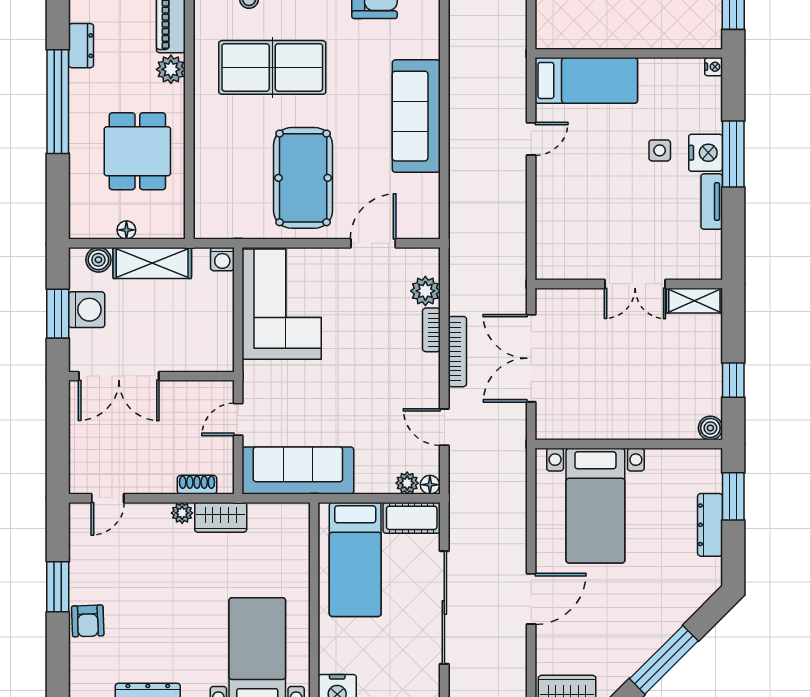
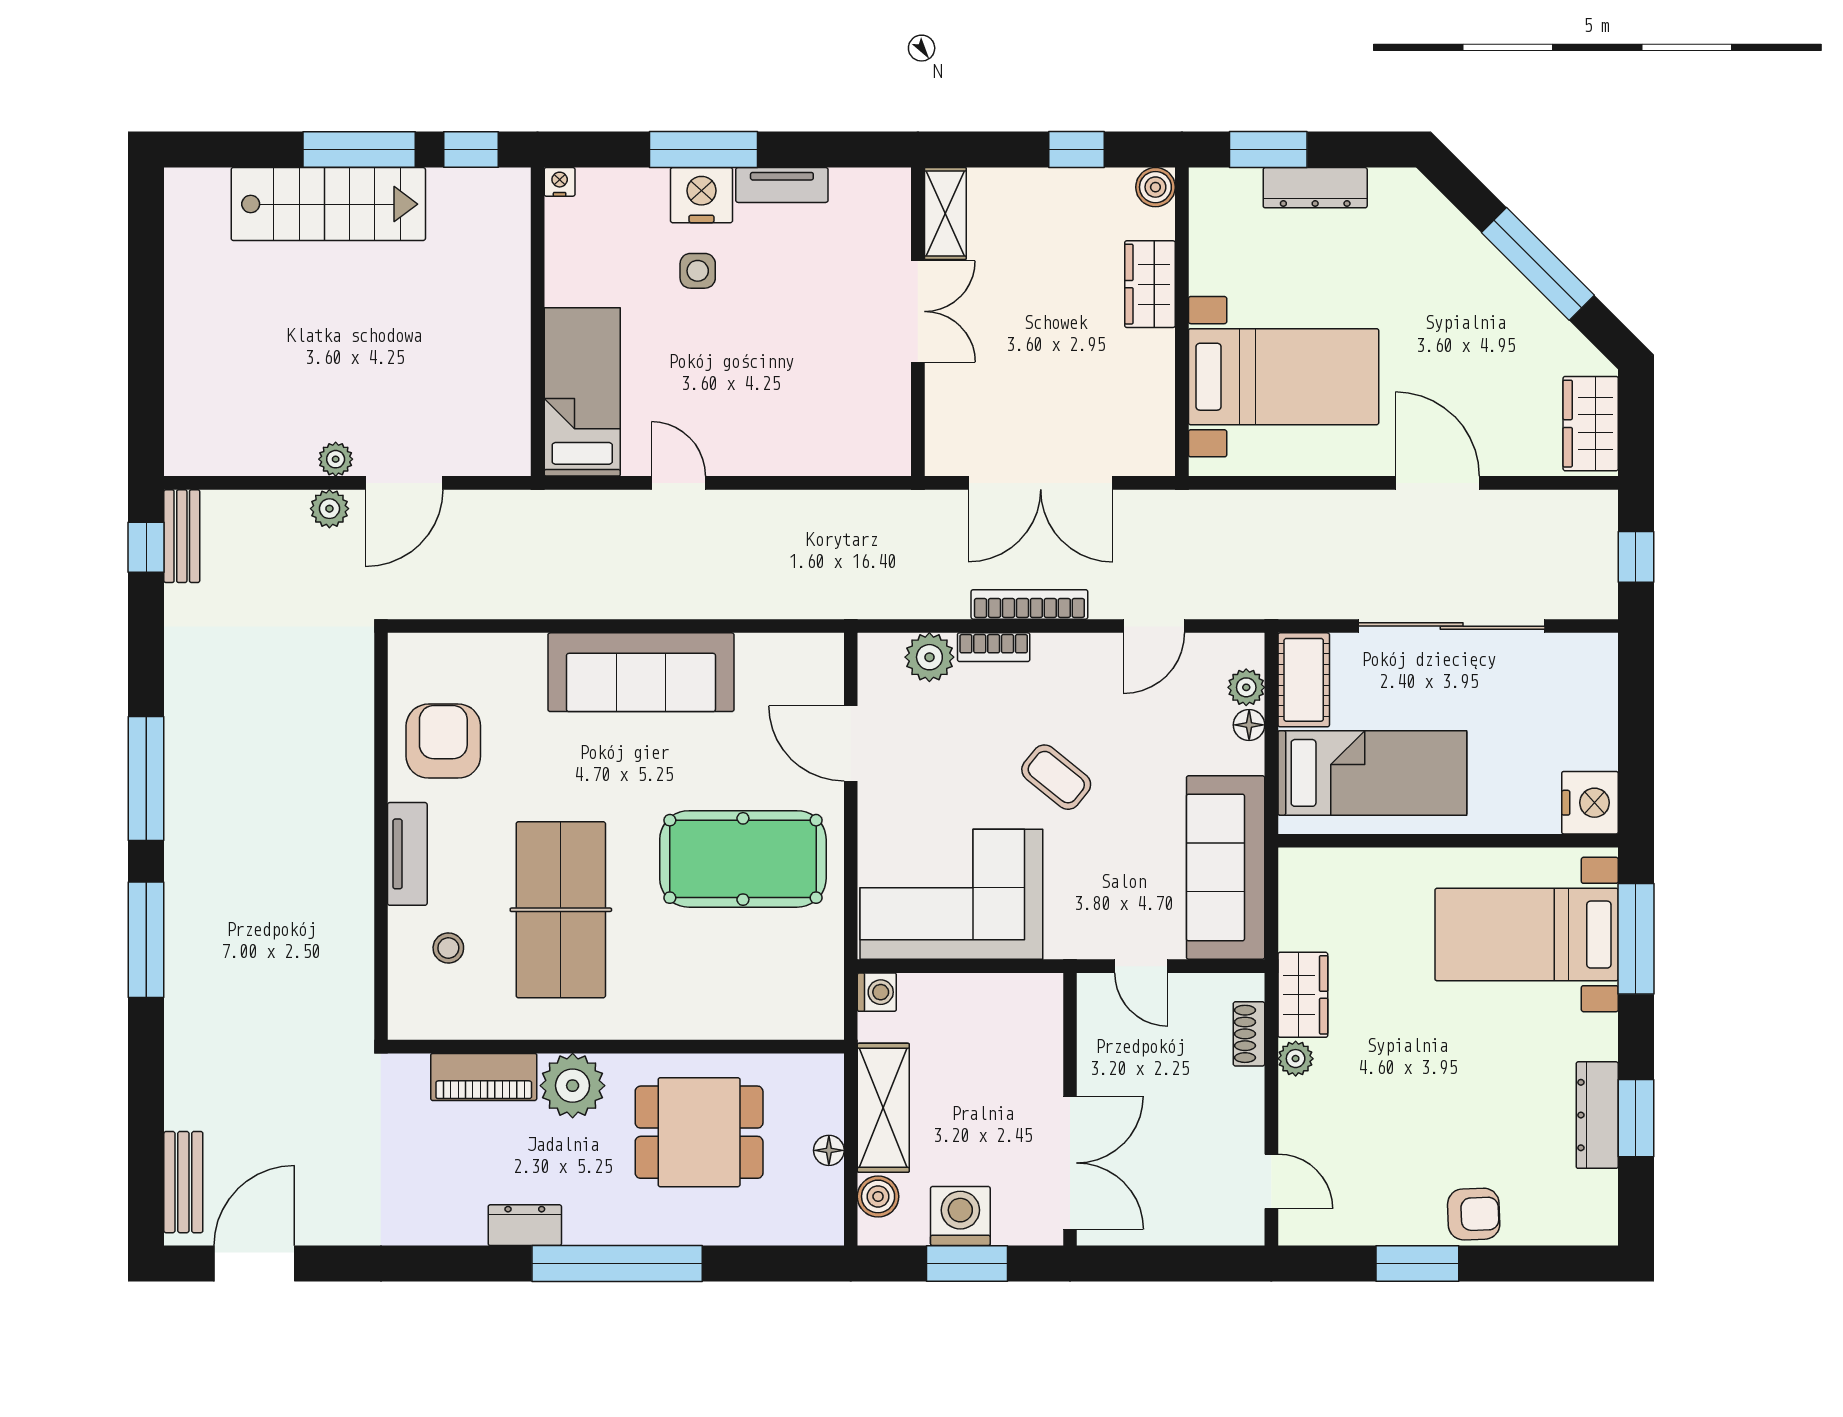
plant: (171, 69) -> (573, 1086), width x1.36, depth x1.36
coffee table: (353, 368) -> (1056, 777), added
wardrobe: (652, 425) -> (1150, 284), added
floor lamp: (430, 485) -> (1249, 725), moved

